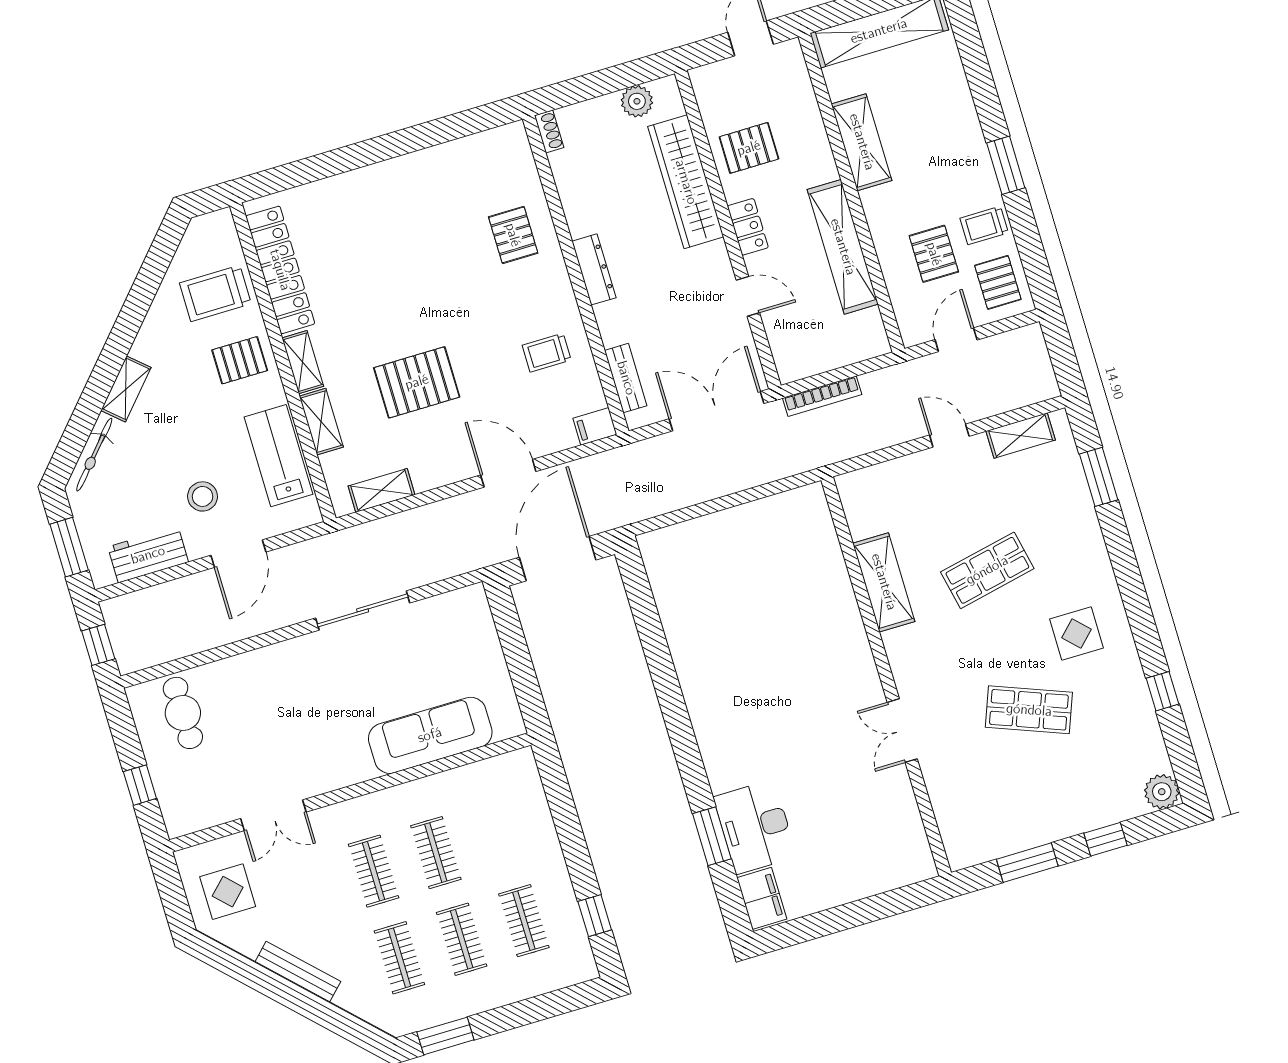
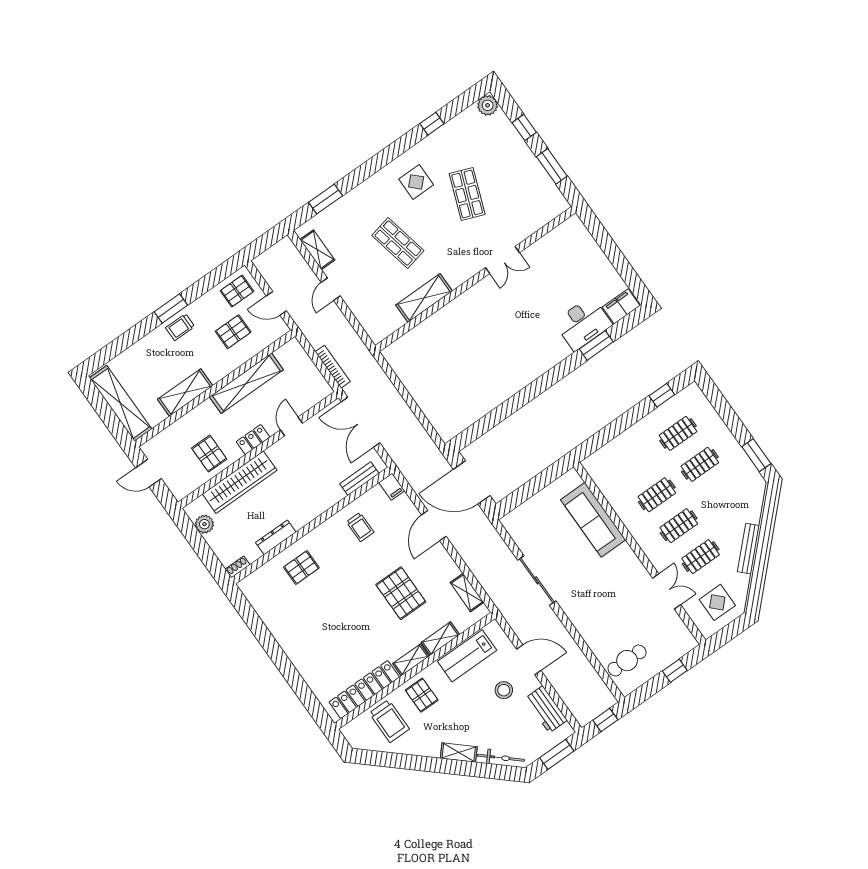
trolley: (984, 225) -> (180, 327), moved, turned 90
dresser: (594, 269) -> (276, 537), moved
clothes rail: (399, 958) -> (701, 557), moved

